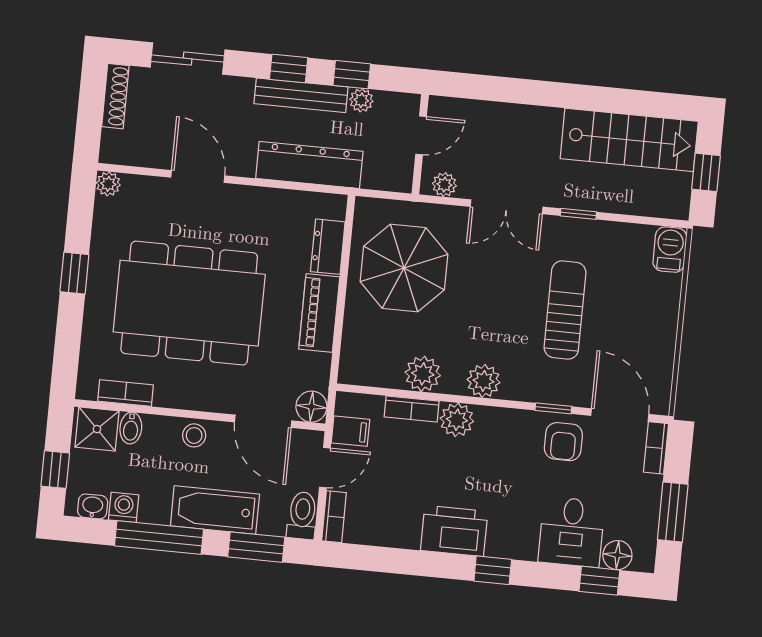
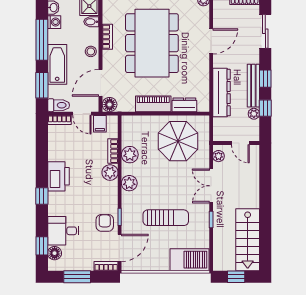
barbecue: (670, 250) -> (189, 260), width x1.88, depth x1.53
bookcase: (126, 393) -> (107, 37), moved
armchair: (563, 442) -> (105, 223), turned 90

